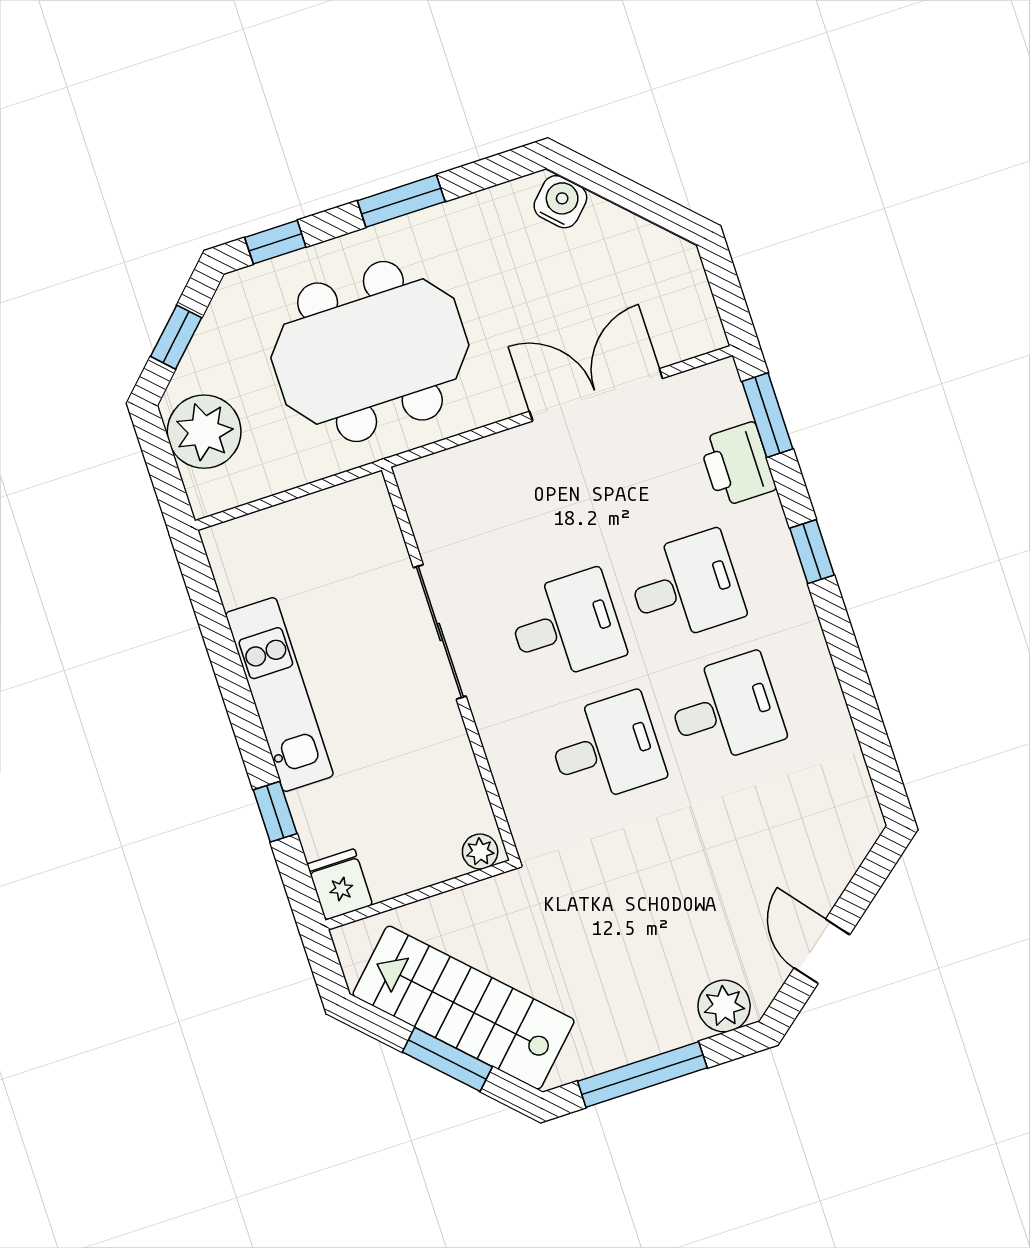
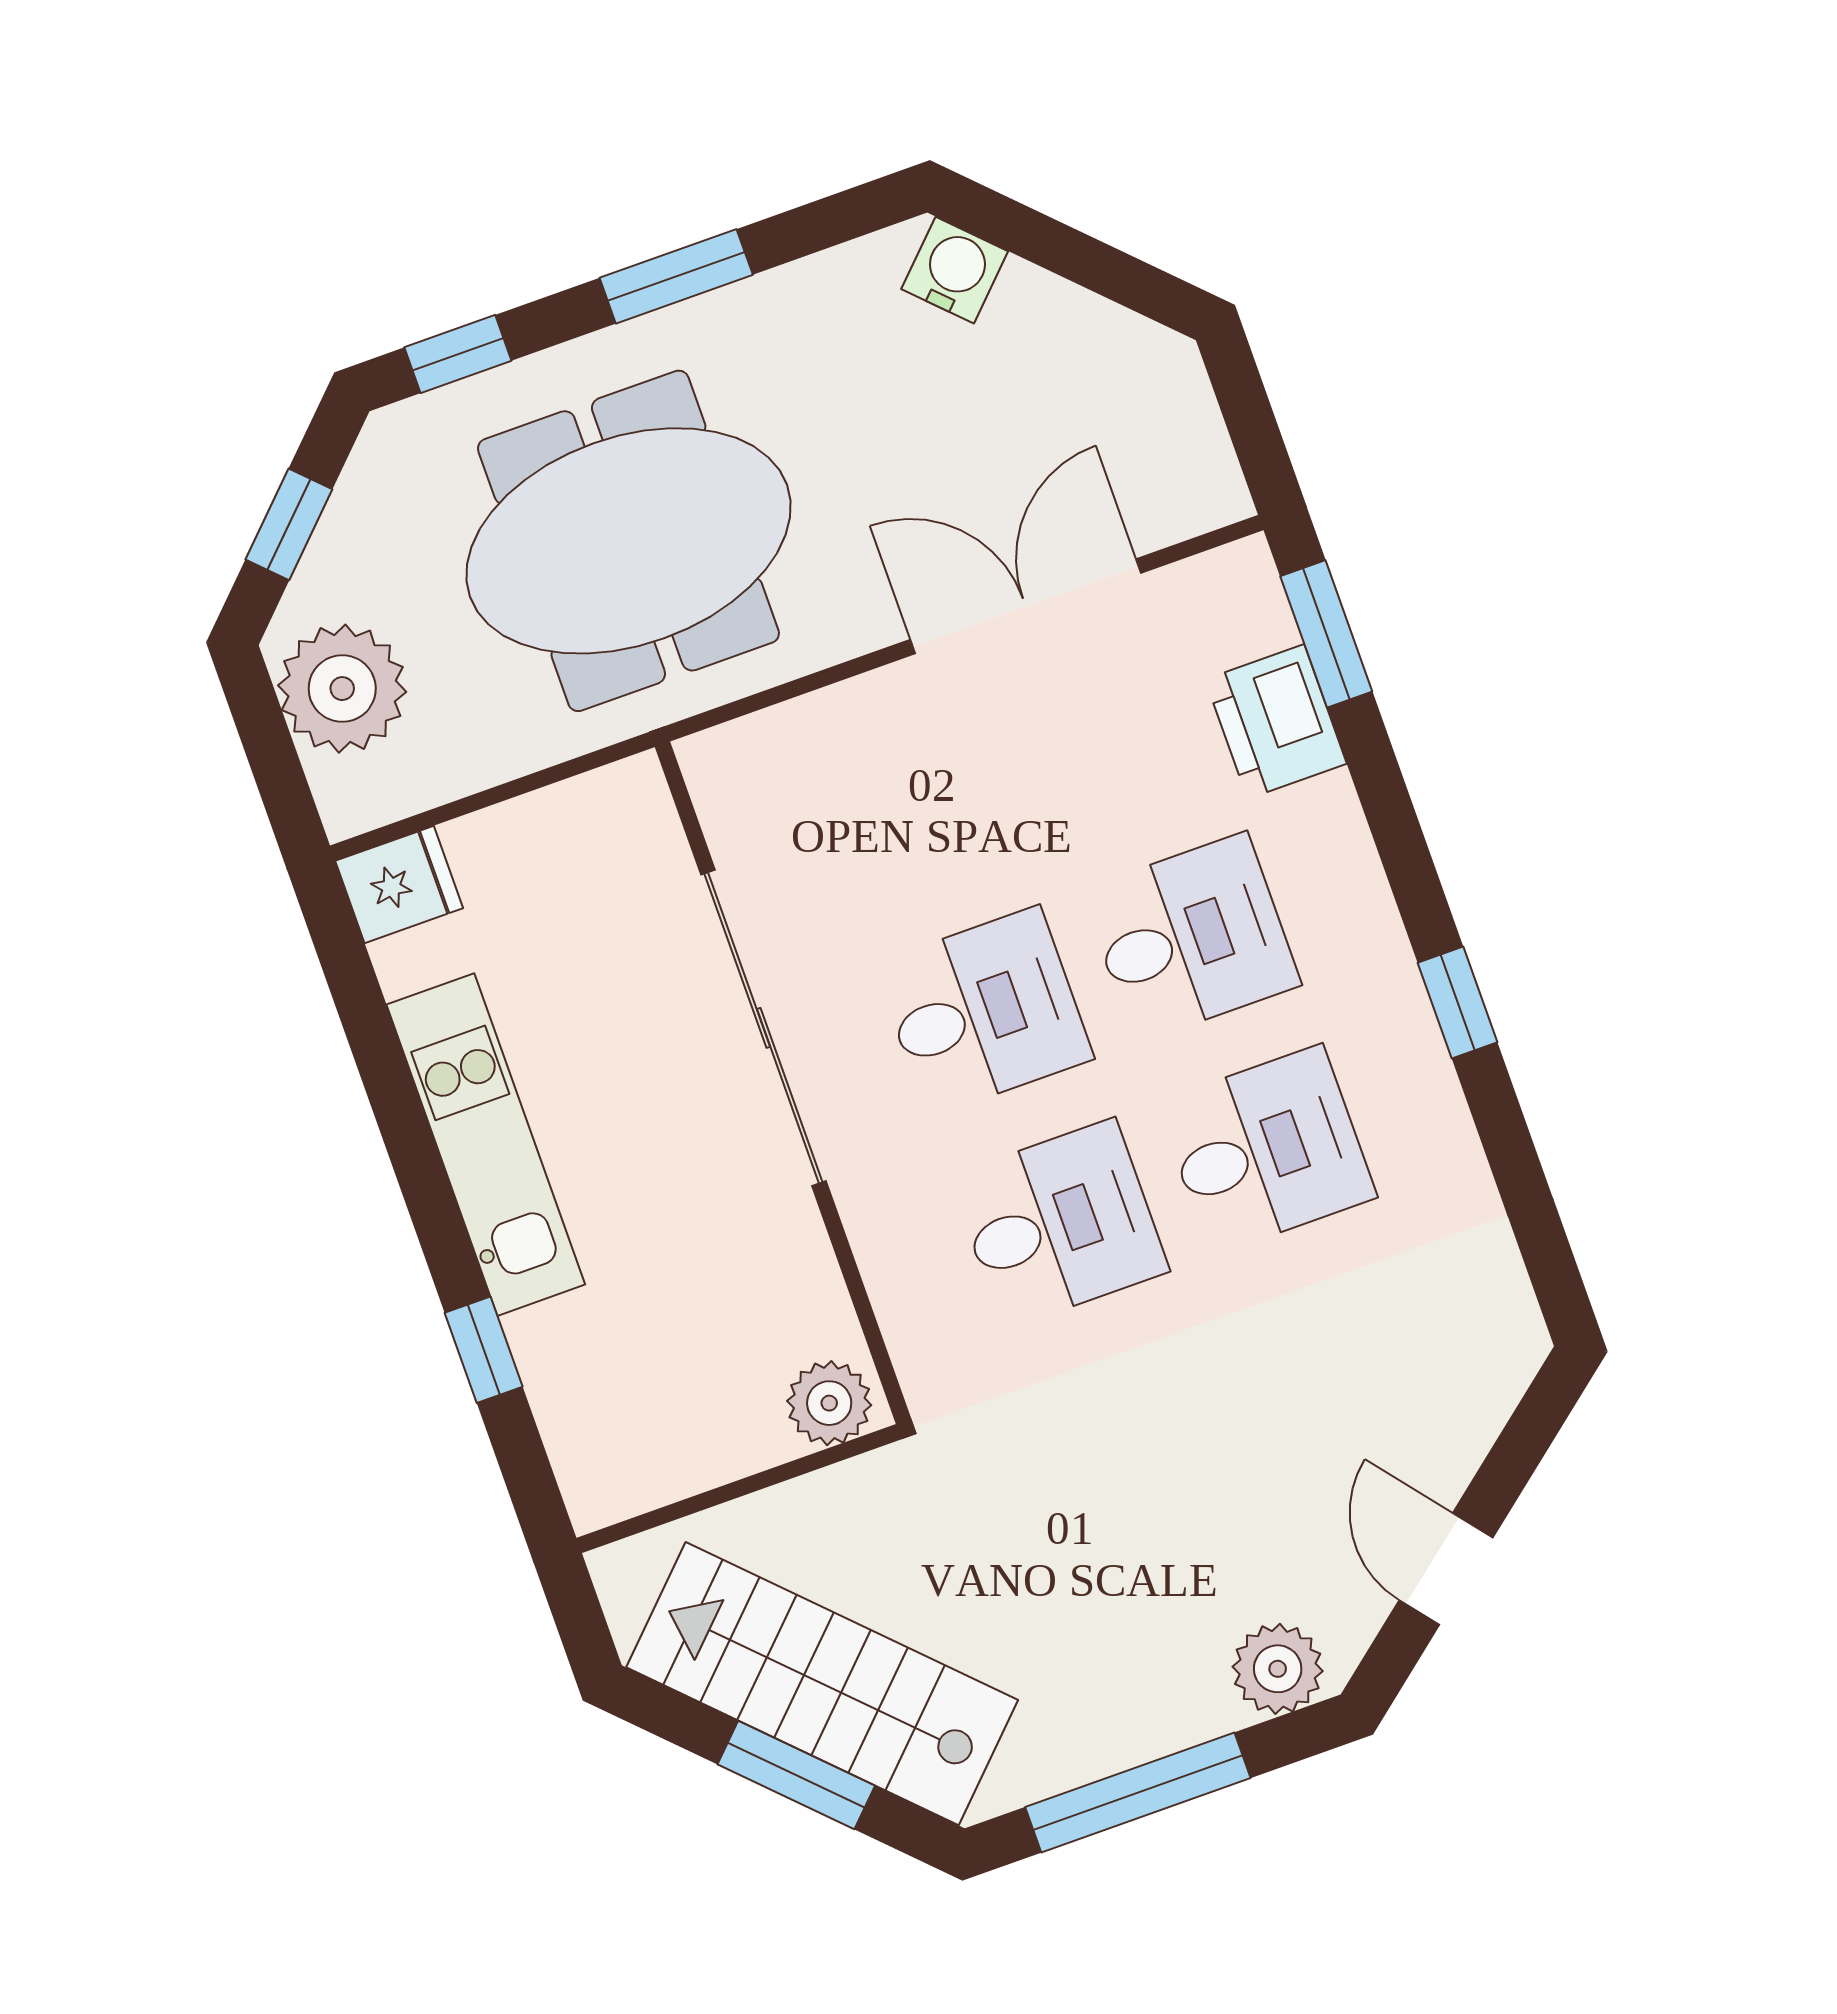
window: (812, 552) -> (1457, 1002), moved
sliding door: (440, 632) -> (763, 1028), width x1.36
plant: (480, 852) -> (829, 1403), width x1.38, depth x1.38
fridge: (340, 884) -> (399, 884), moved, turned 90

